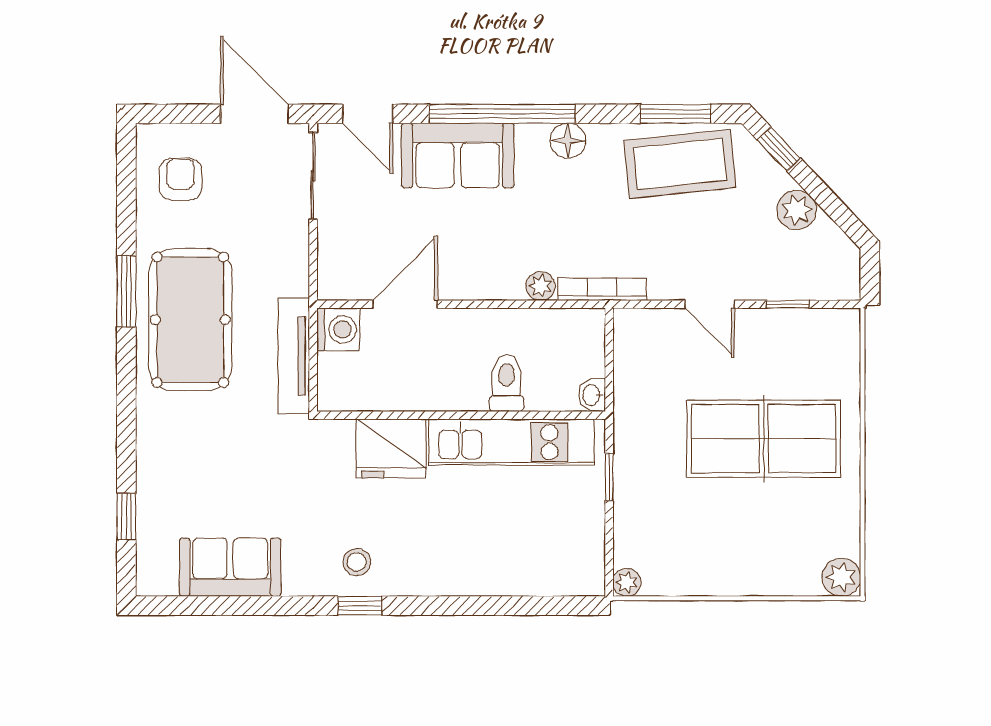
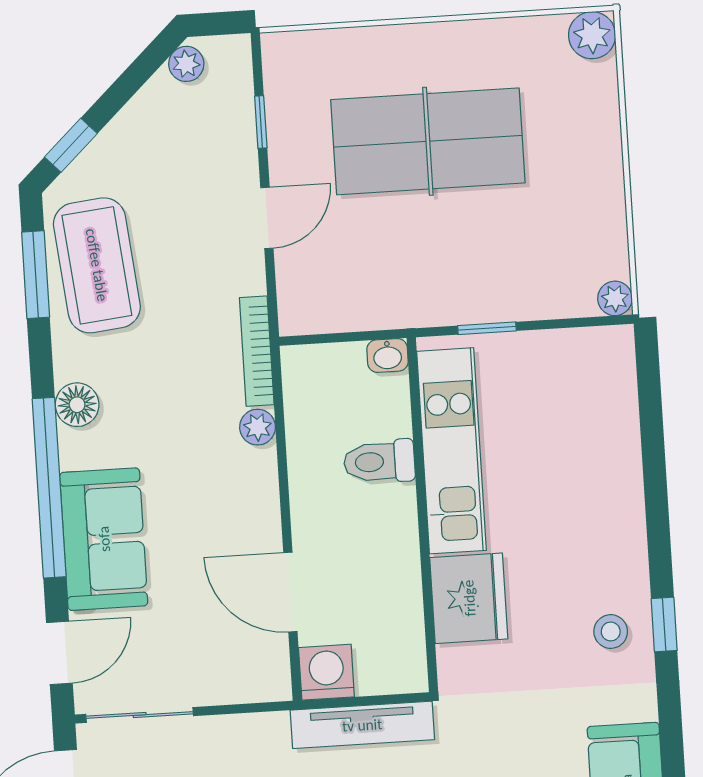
plant: (797, 210) -> (186, 64), moved, width x0.73, depth x0.73
table tennis table: (764, 439) -> (428, 141), turned 90

